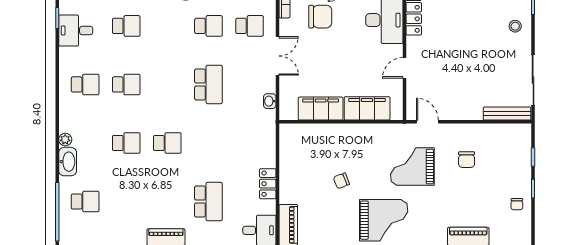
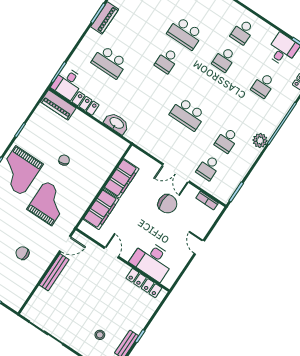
chair: (320, 17) -> (167, 204), moved, turned -90
stool: (515, 26) -> (100, 335), moved
washbasin: (270, 101) -> (116, 123), moved, width x1.91, depth x1.45
bench: (507, 114) -> (54, 272), moved
school desk: (126, 143) -> (185, 33), width x1.85
grand piano: (412, 167) -> (49, 203), moved
locker: (268, 184) -> (86, 103), moved

